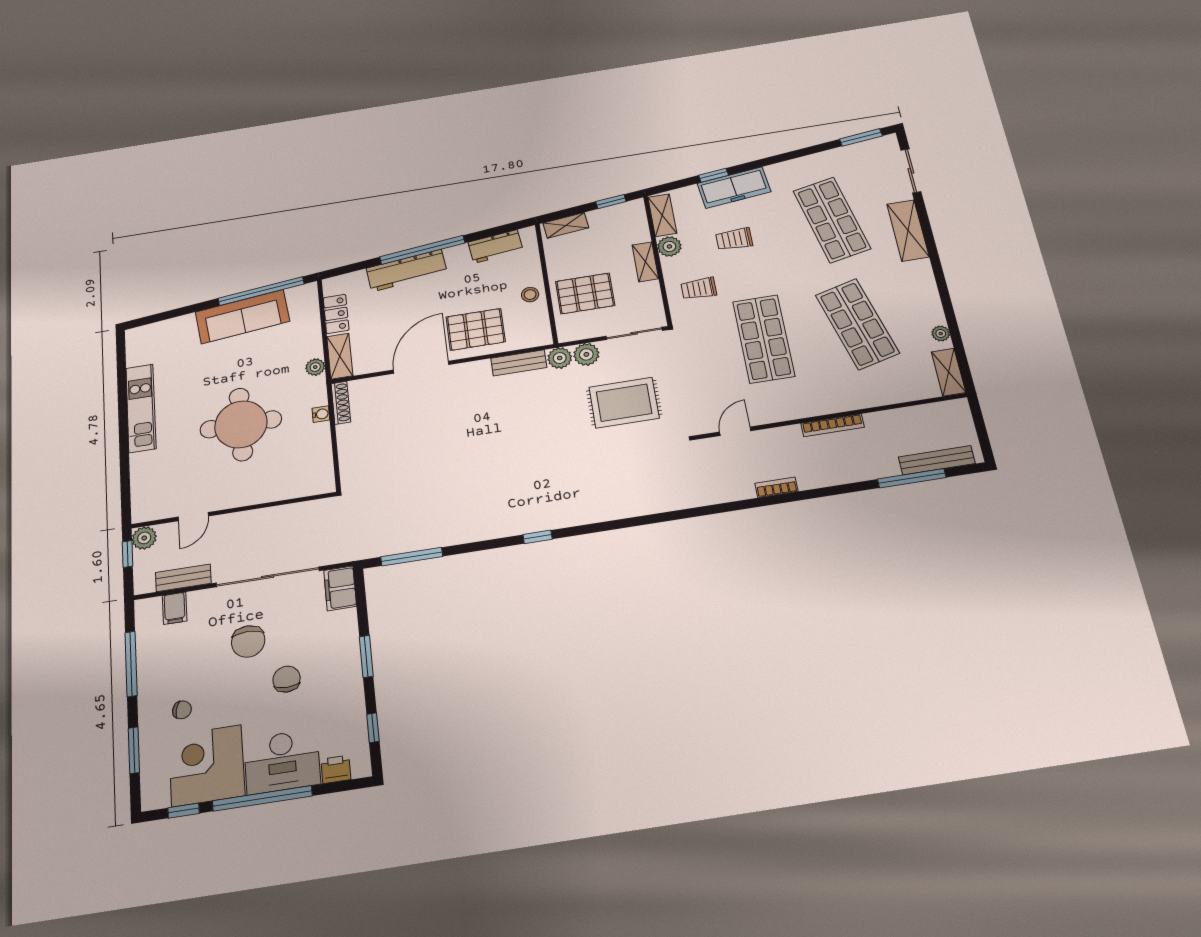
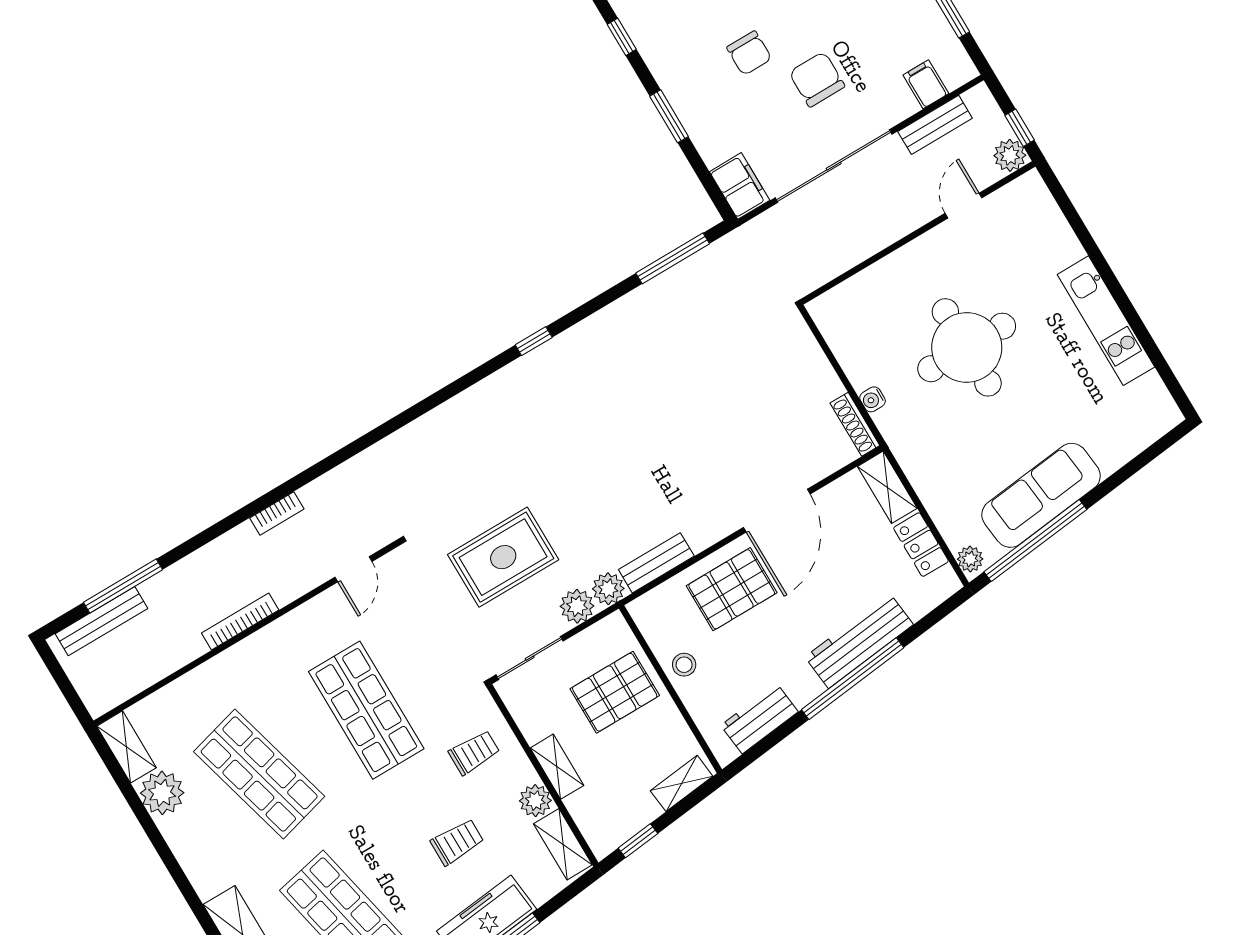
plant: (941, 333) -> (162, 793), width x1.88, depth x1.88
plant: (315, 367) -> (970, 559), moved

